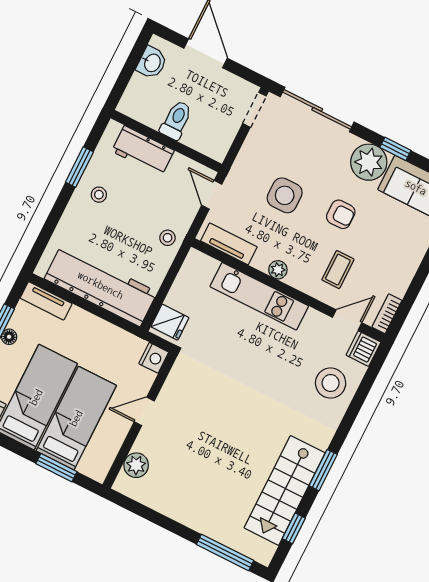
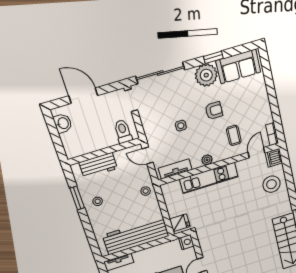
toilet: (176, 120) -> (123, 131), moved
side table: (285, 195) -> (181, 126), width x0.54, depth x0.54

